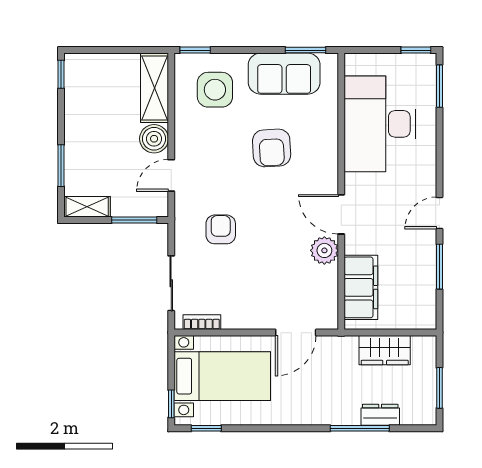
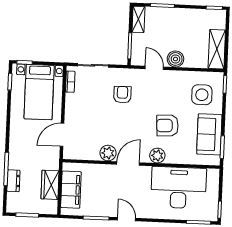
shelving: (155, 88) -> (217, 49), moved, turned 90
plant: (325, 164) -> (157, 156), added
armchair: (221, 229) -> (122, 95), turned -90
filing cabinet: (361, 287) -> (71, 190), moved, turned -90
door: (296, 333) -> (62, 135), hinge flipped

